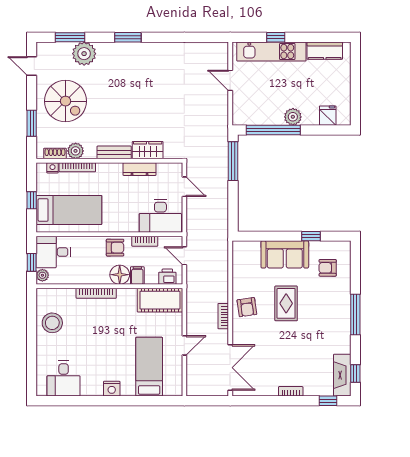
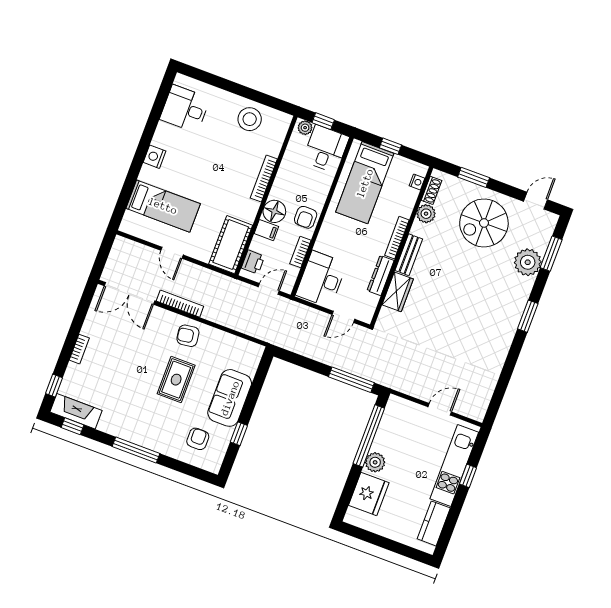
fridge: (328, 116) -> (369, 494), width x1.88, depth x1.34
bookcase: (77, 167) -> (397, 238), moved
rug: (286, 303) -> (176, 380), turned 90
bookcase: (223, 316) -> (180, 304), width x1.56

